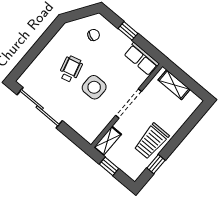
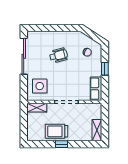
shelving: (174, 85) -> (97, 130), moved
side table: (94, 87) -> (40, 86), moved
window: (156, 164) -> (62, 144), moved
window: (109, 166) -> (24, 120), removed

